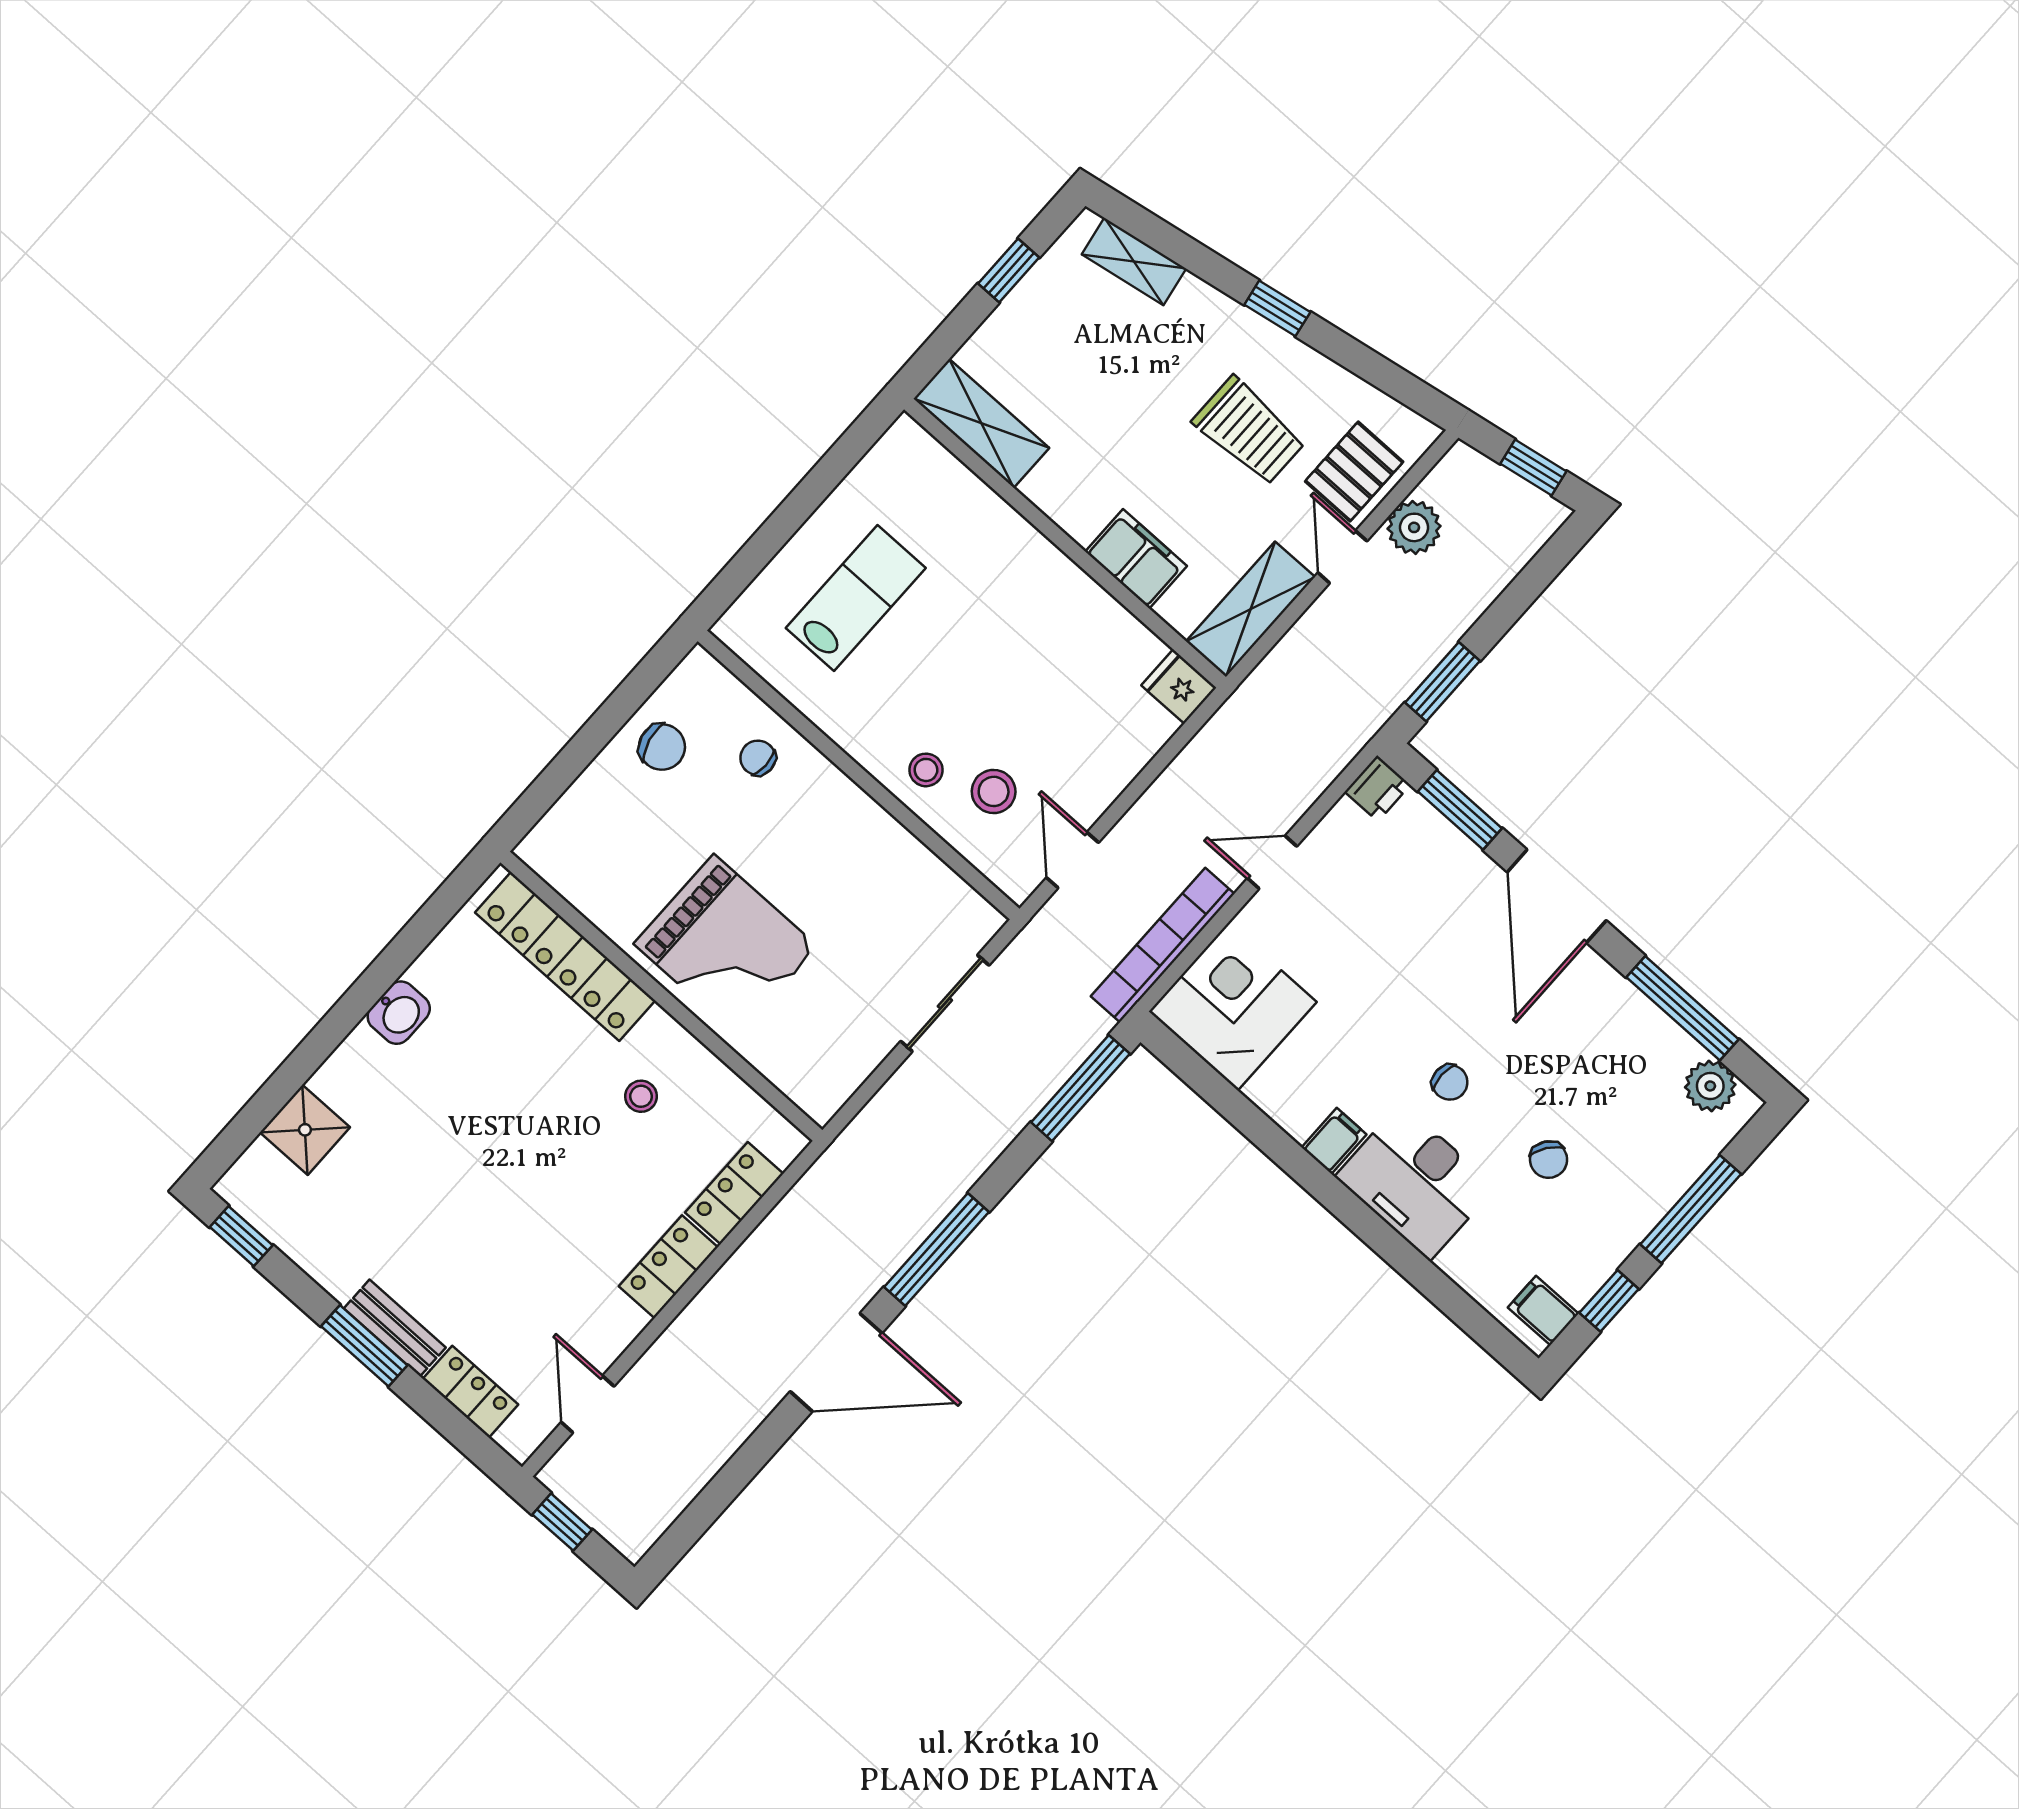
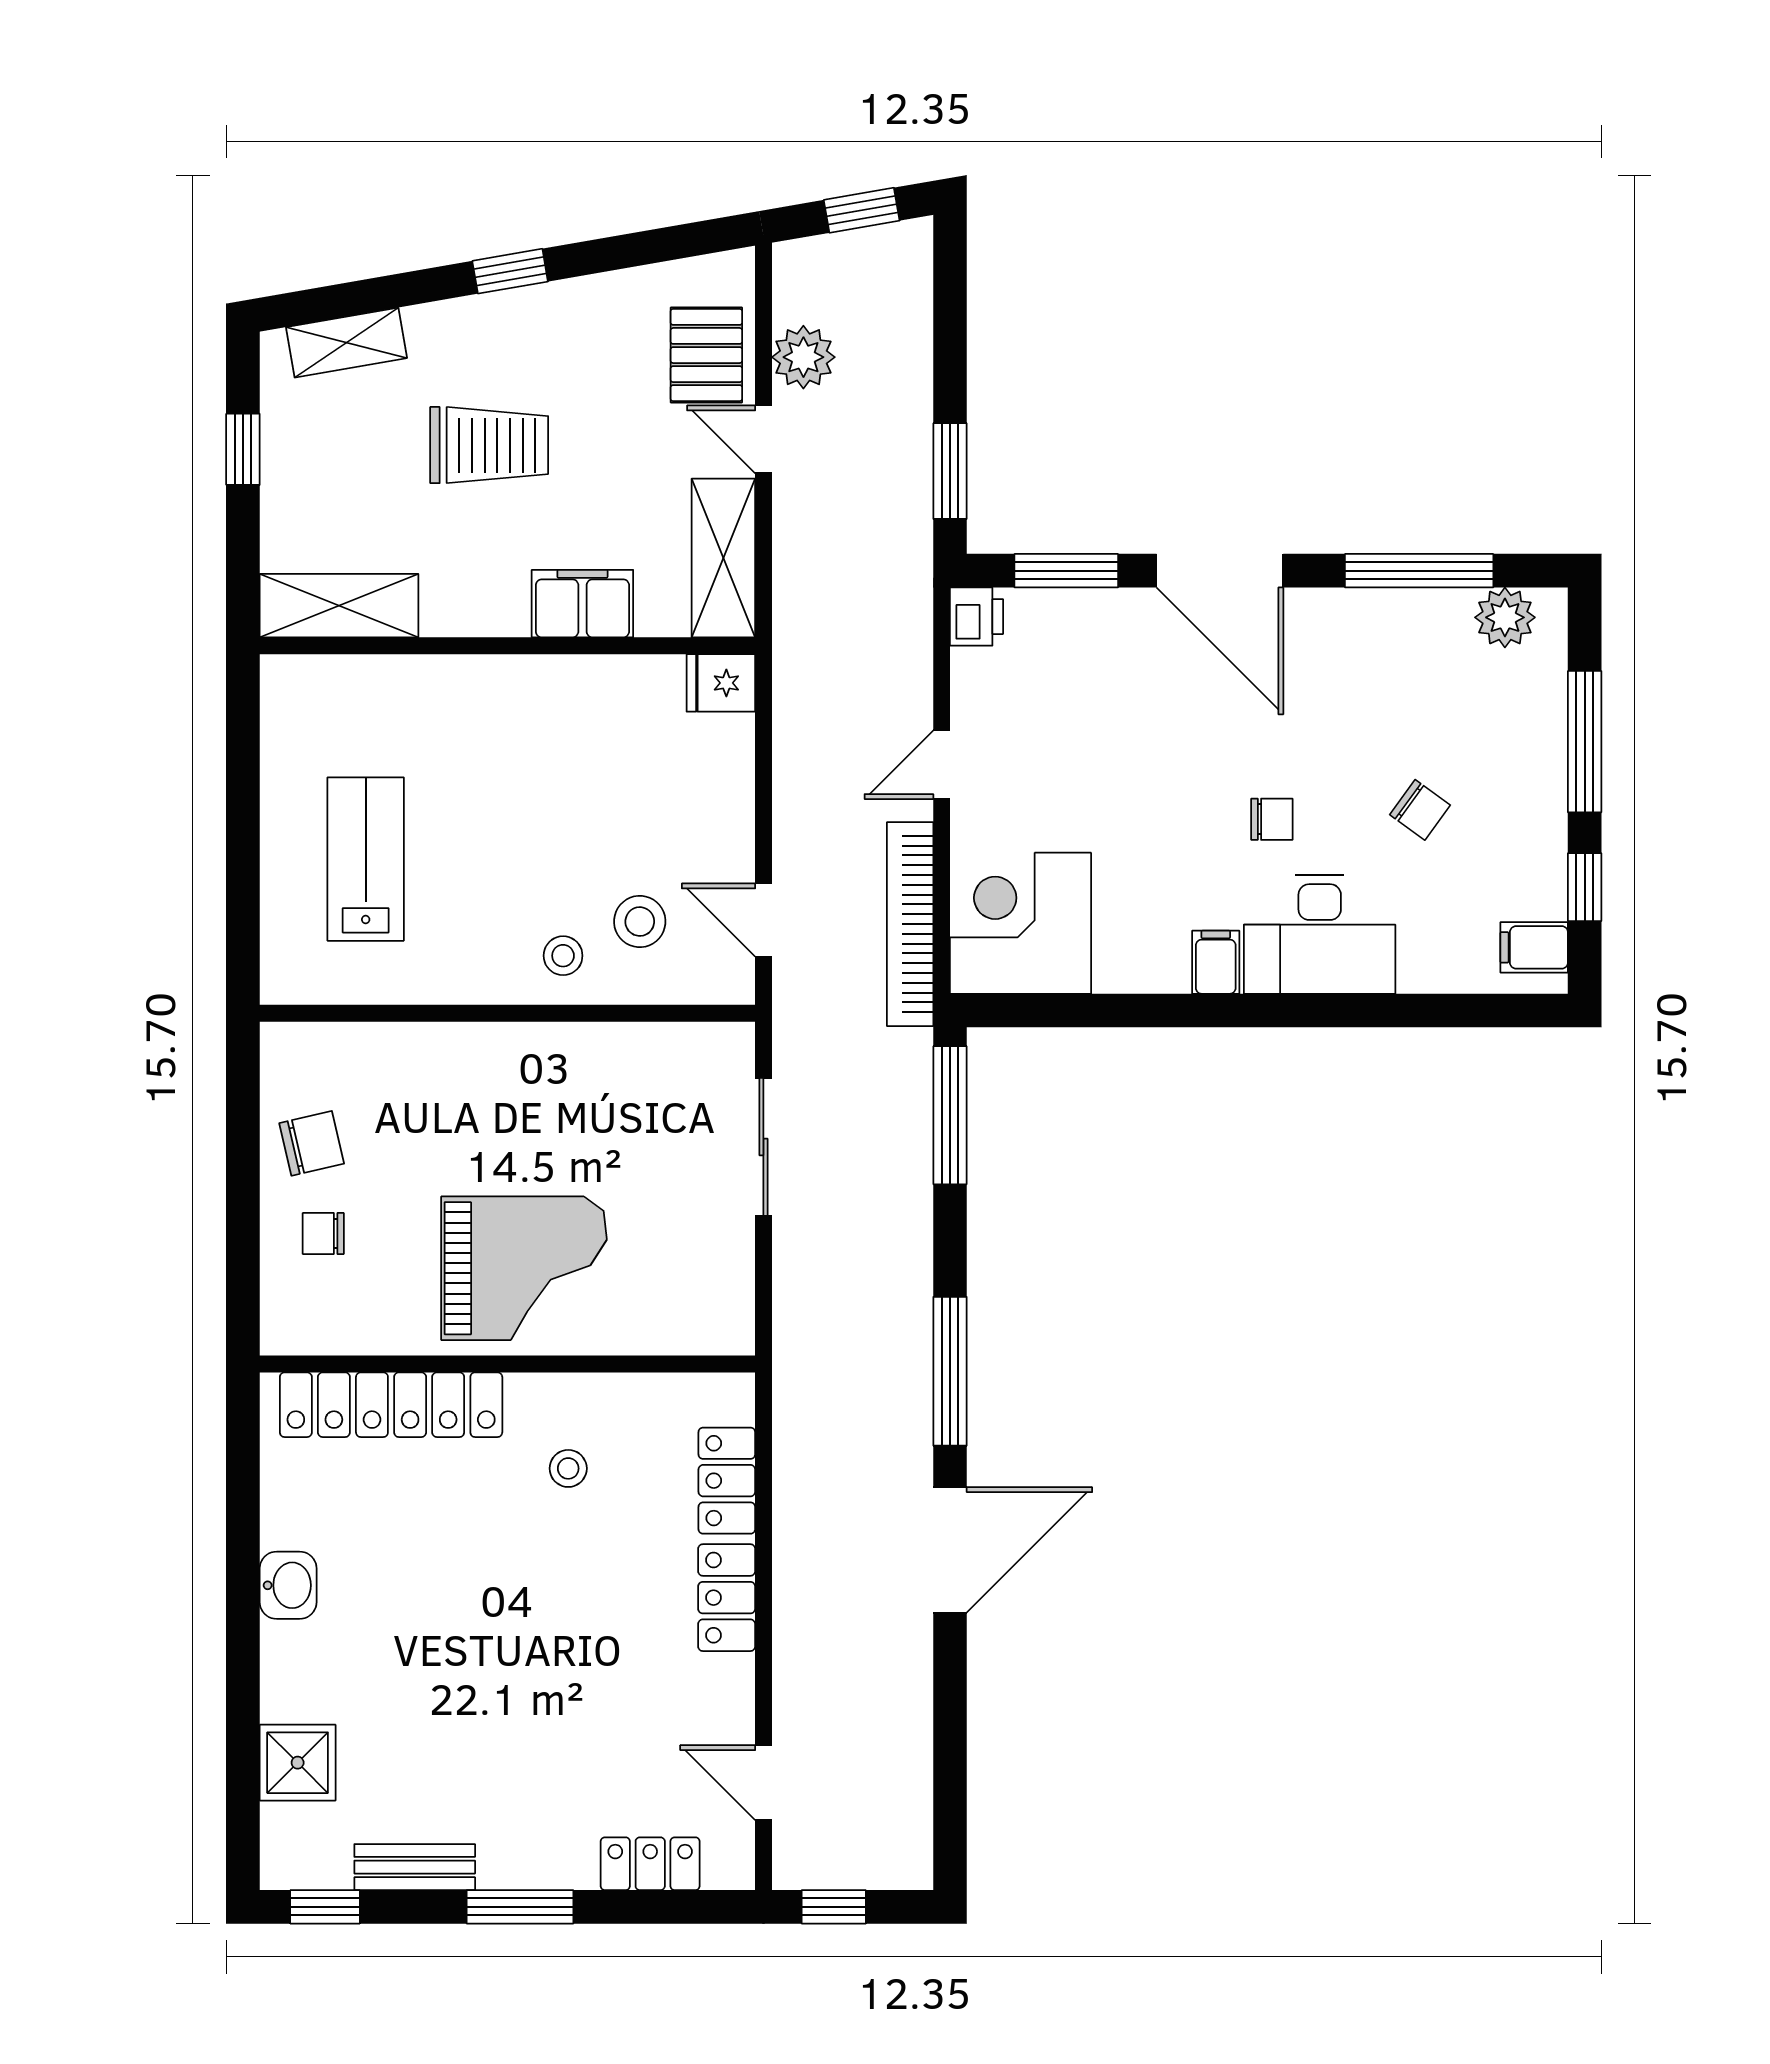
trolley: (1249, 431) -> (489, 445), moved
chair: (758, 758) -> (323, 1233), moved
bench: (395, 1328) -> (415, 1867), moved

